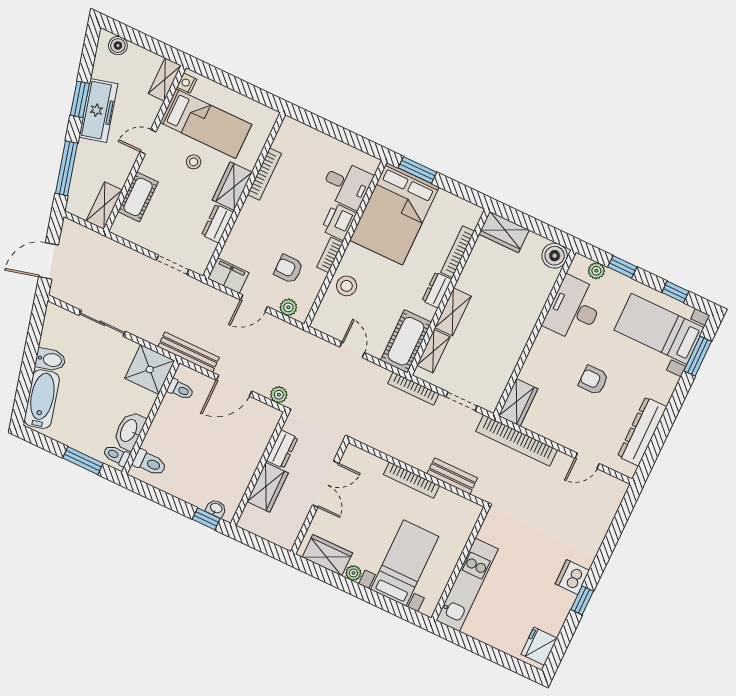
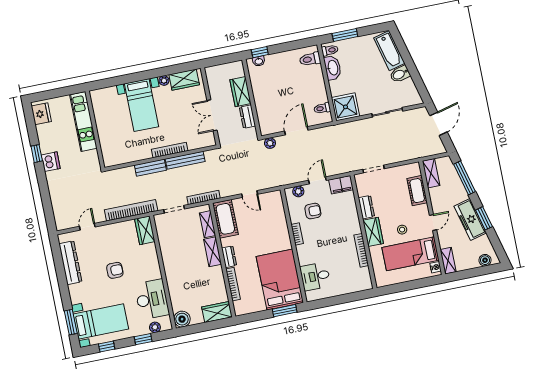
printer: (339, 222) -> (305, 254), removed
stool: (347, 286) -> (277, 224), removed
bench: (189, 352) -> (185, 160), moved
wall: (460, 564) -> (95, 130), moved
kitchen unit: (467, 585) -> (83, 121), moved

